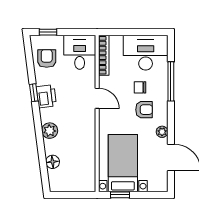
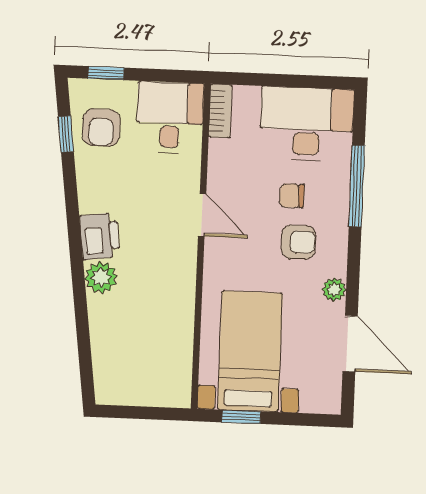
bookcase: (104, 55) -> (220, 111), width x0.64
armchair: (47, 58) -> (101, 128), turned 180
window: (34, 93) -> (66, 134), moved
printer: (46, 96) -> (100, 236), moved
floor lamp: (53, 162) -> (104, 343), removed

